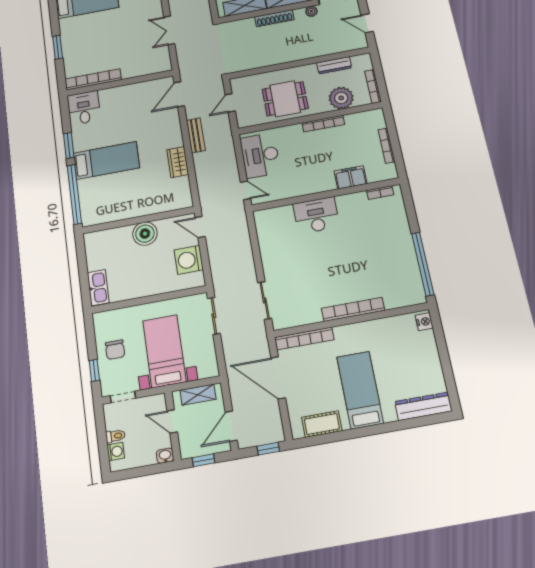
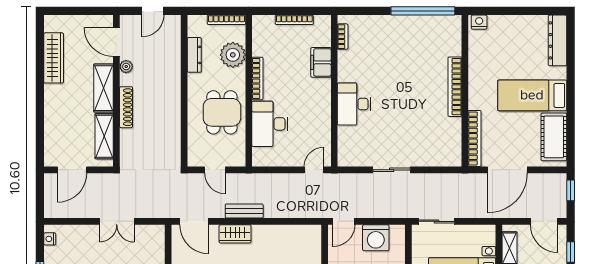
desk: (260, 155) -> (270, 124), moved, turned 90
wardrobe: (178, 162) -> (235, 234), moved
sliding door: (265, 300) -> (392, 170), moved
cot: (322, 424) -> (554, 137), width x1.37, depth x1.34

